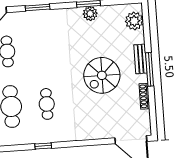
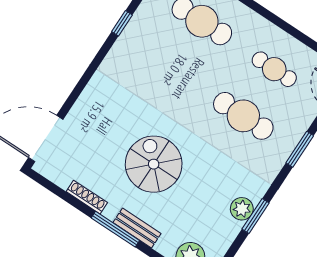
cafe table: (47, 104) -> (243, 116), moved, width x1.37, depth x1.35

